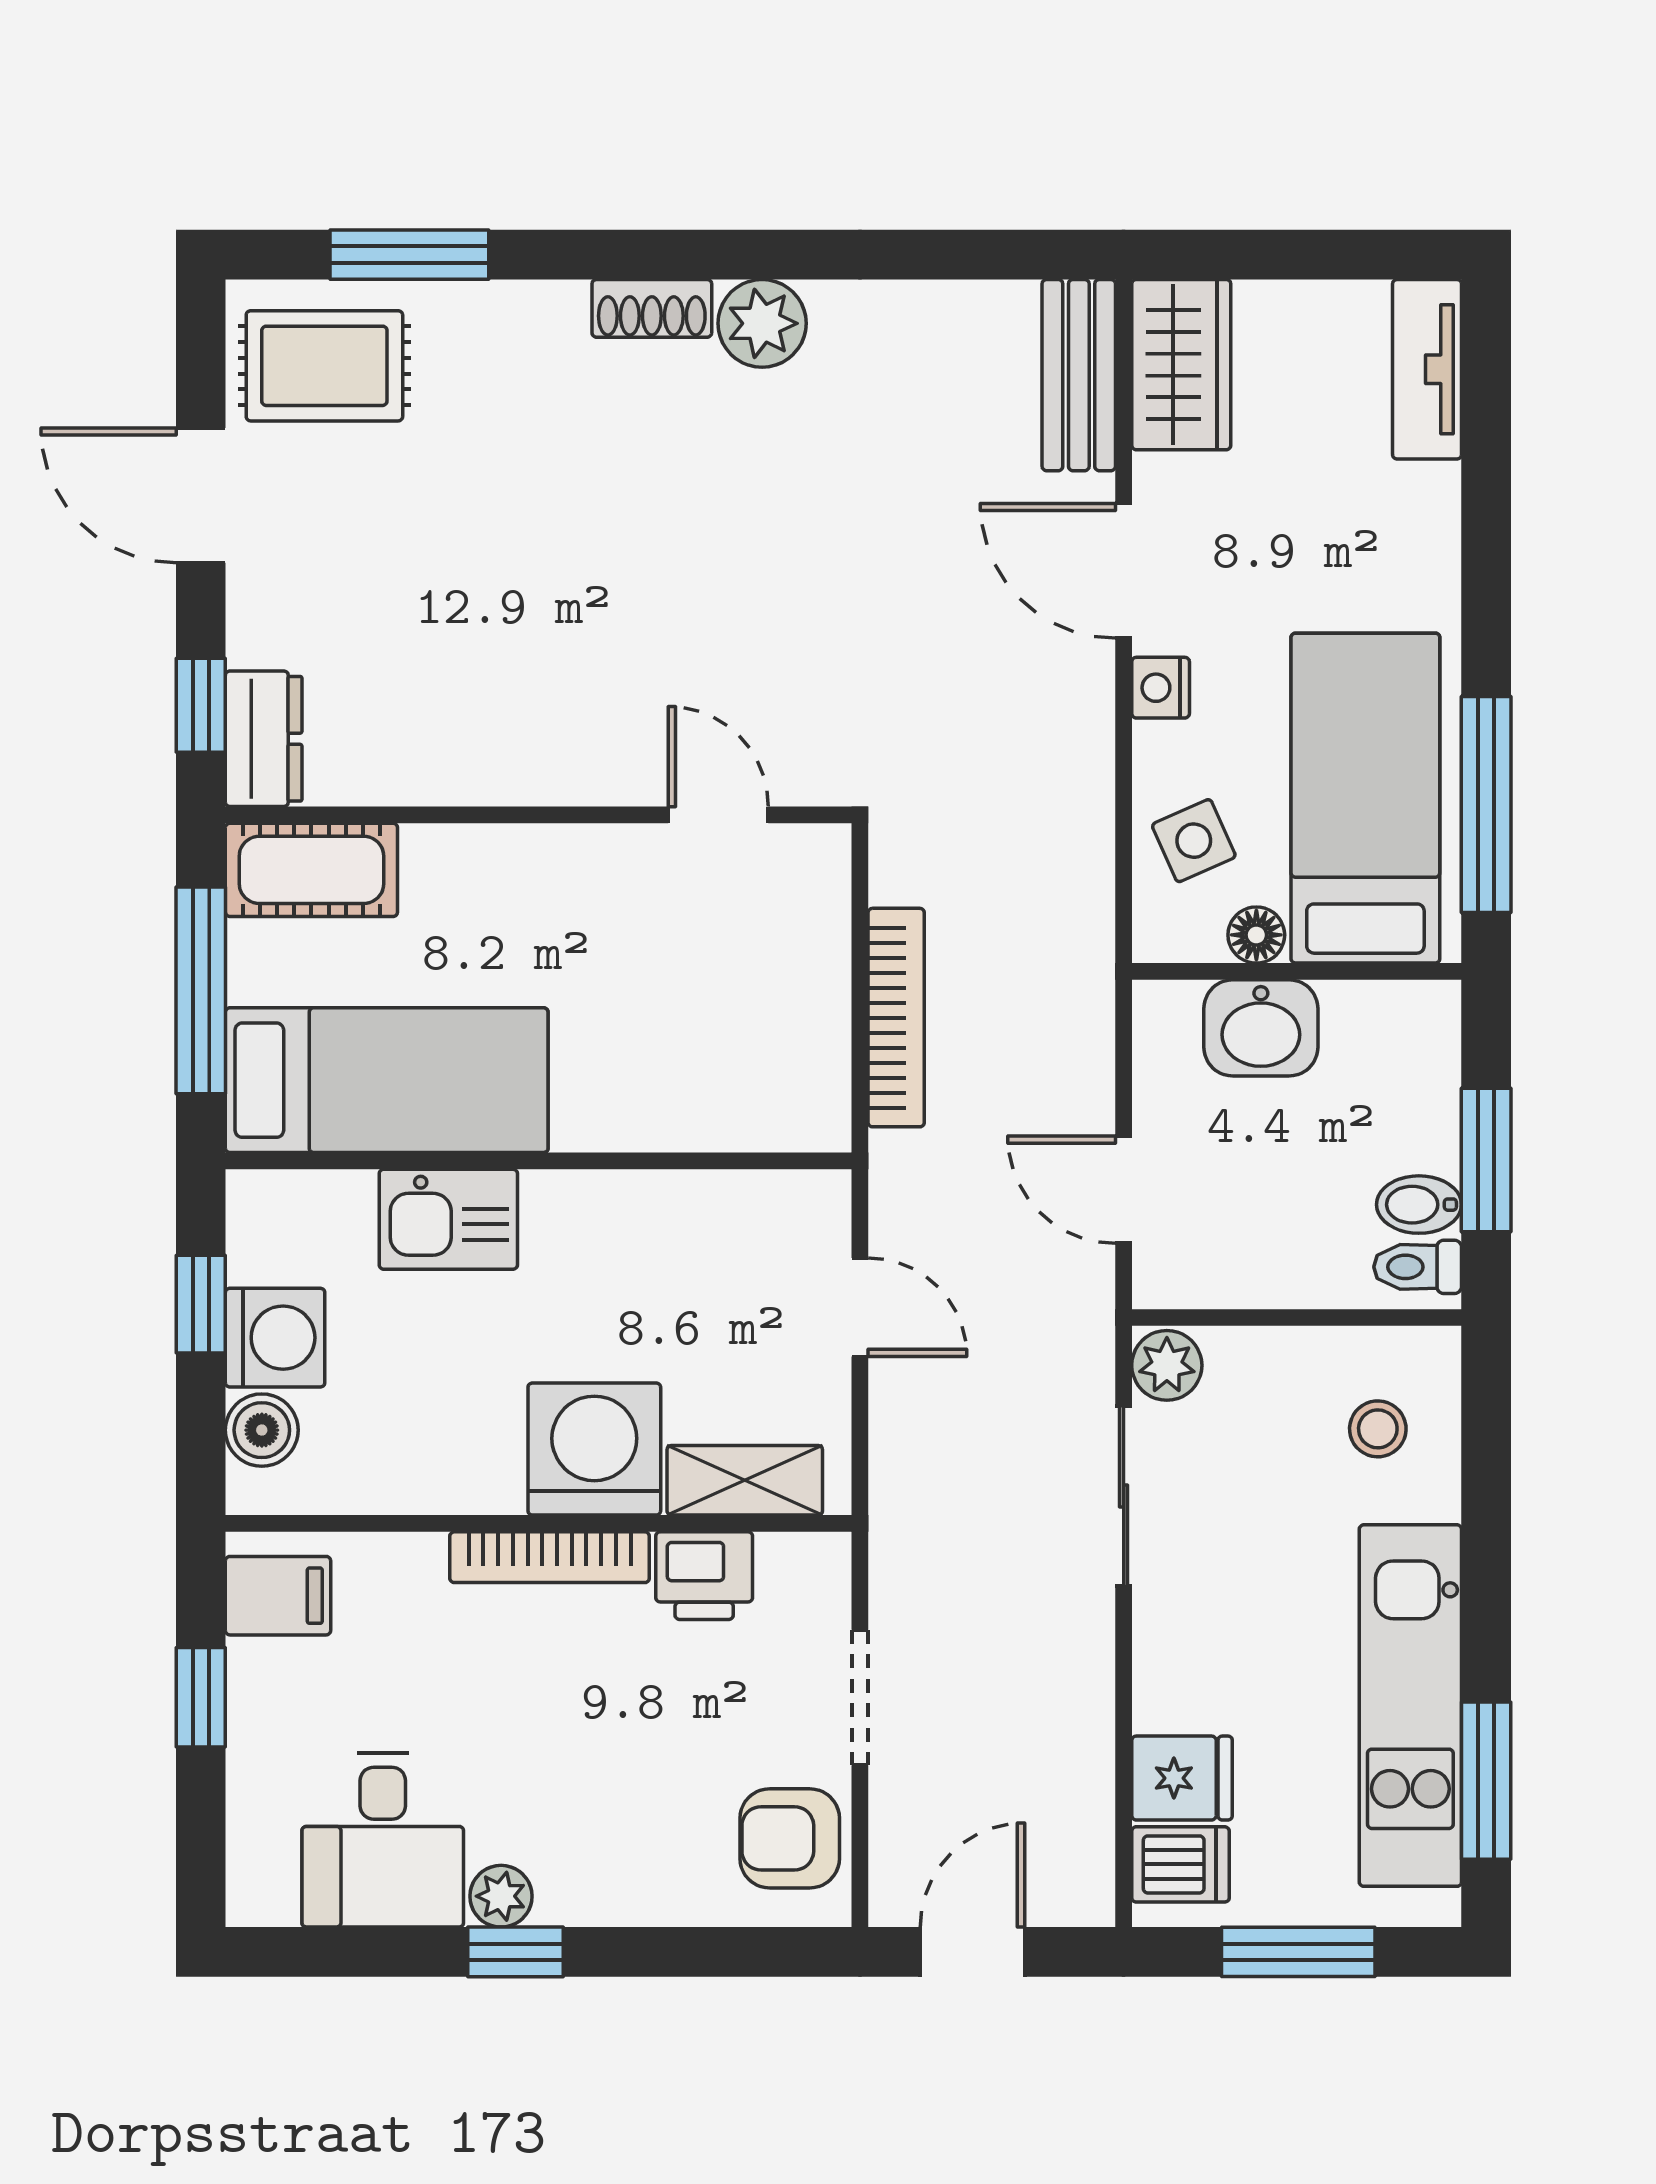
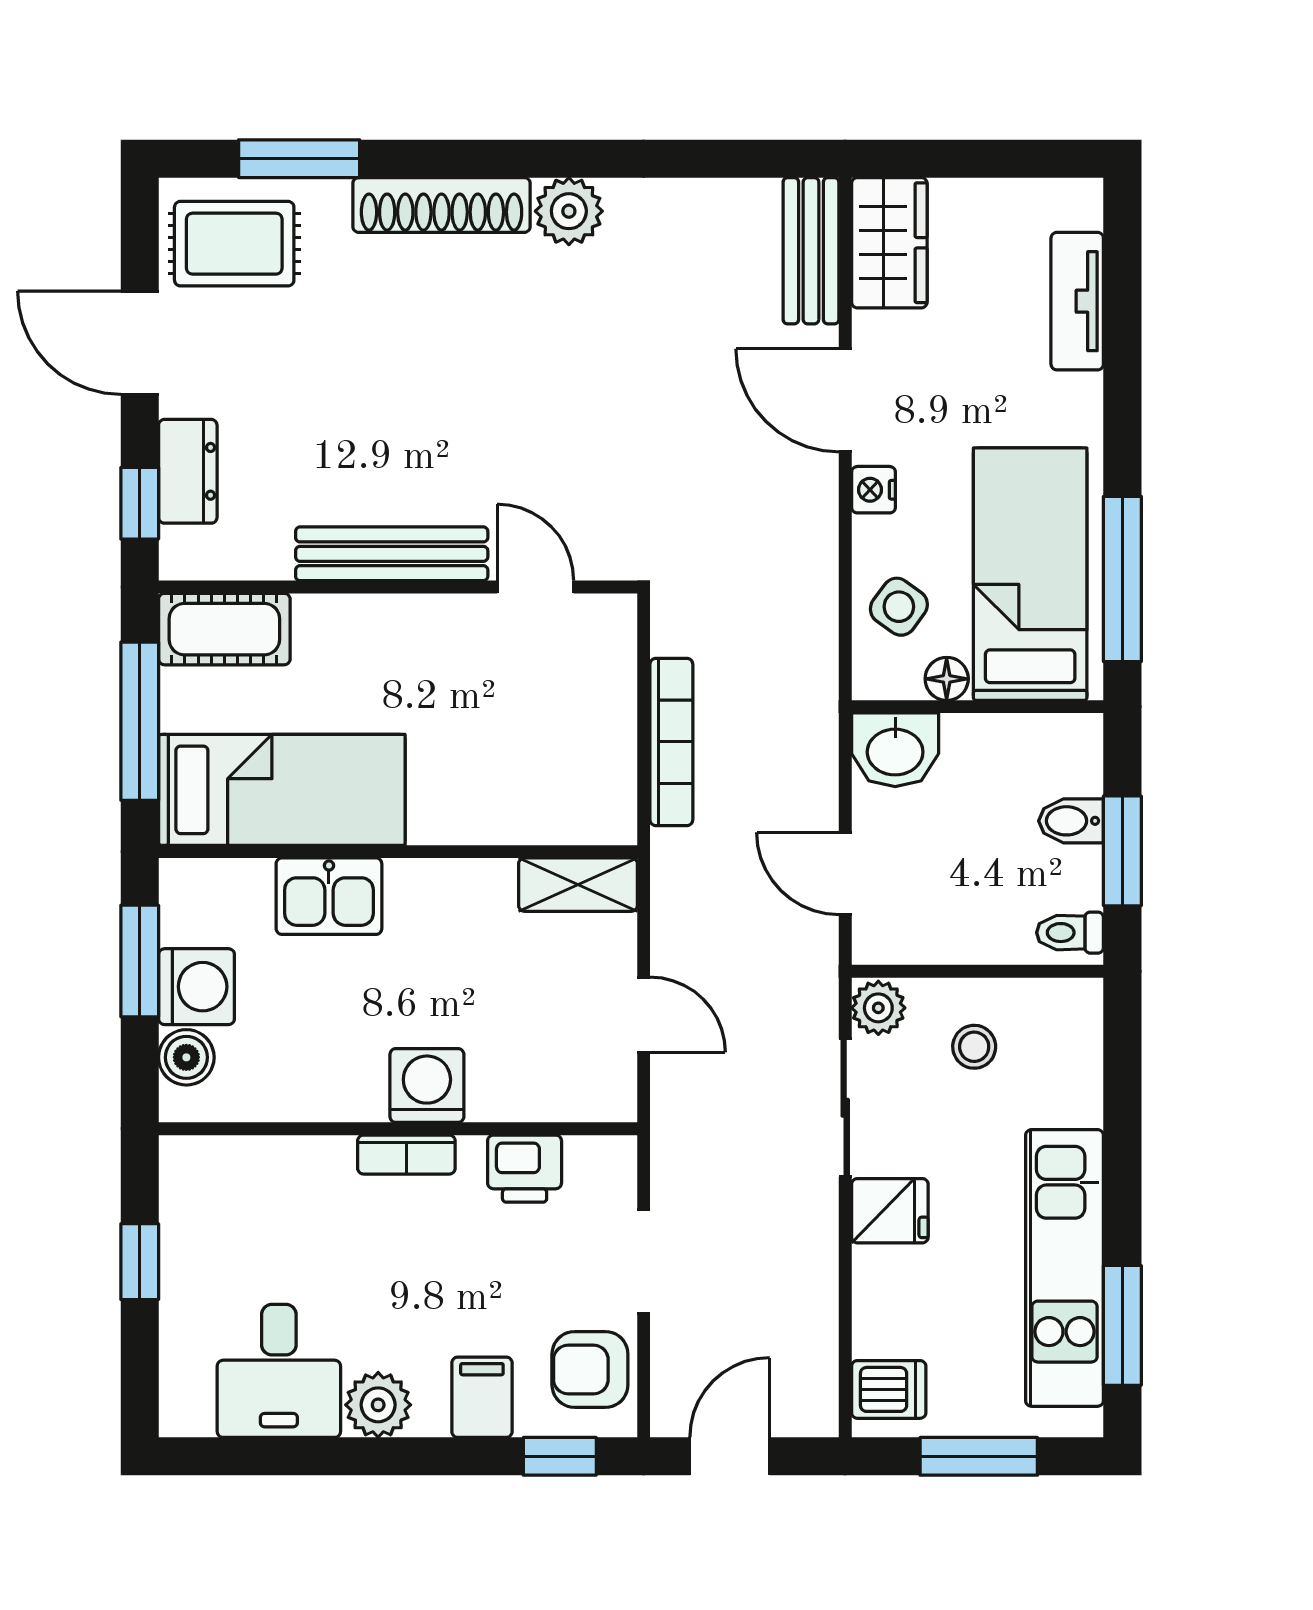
shoe rack: (652, 308) -> (442, 205), width x1.94, depth x1.24
tv unit: (1427, 369) -> (1077, 301), moved
dresser: (264, 739) -> (188, 471), moved
bench: (530, 771) -> (392, 554), added
side table: (1194, 841) -> (899, 607), turned -30
washbasin: (1261, 1028) -> (895, 750), moved
bidet: (1419, 1205) -> (1071, 821), moved
window: (201, 1304) -> (140, 961), width x1.50
door: (860, 1307) -> (644, 1015), moved
stool: (1378, 1429) -> (974, 1047), moved
washing machine: (594, 1449) -> (427, 1086), width x0.73, depth x0.73
shelving: (745, 1480) -> (578, 885), moved
bookcase: (550, 1557) -> (406, 1155), width x0.64
filing cabinet: (278, 1596) -> (482, 1397), moved, turned -90
fridge: (1182, 1778) -> (890, 1211), moved
plant: (501, 1896) -> (378, 1405), width x1.38, depth x1.38
window: (516, 1952) -> (560, 1456), moved

